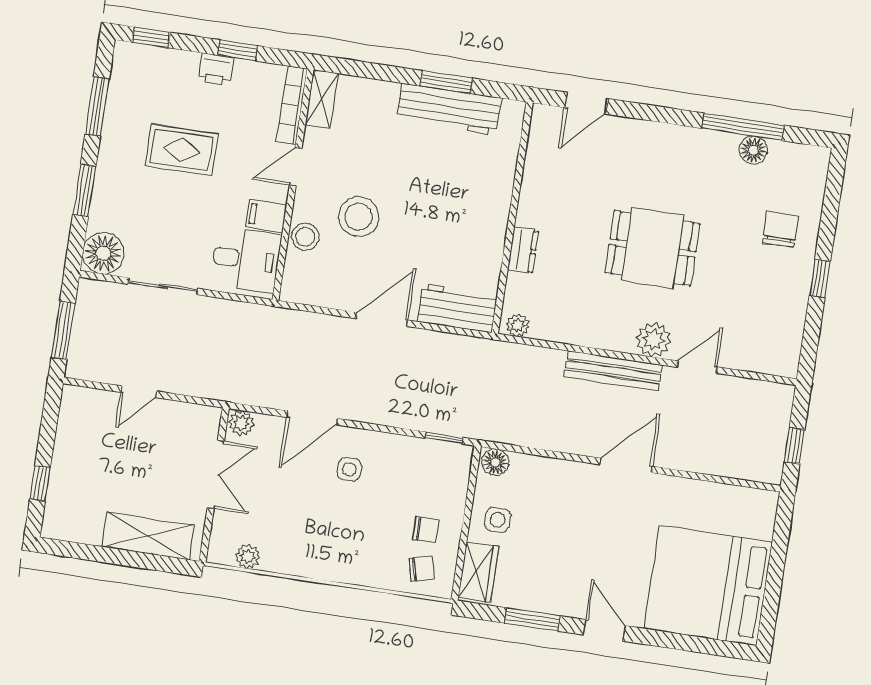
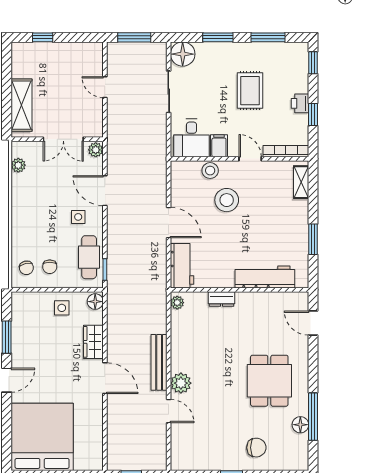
shelving: (322, 99) -> (301, 182), moved, turned 90
workbench: (449, 109) -> (265, 277), moved, turned 90
dining table: (652, 248) -> (269, 381), moved
cafe table: (419, 461) -> (89, 257), added
wardrobe: (478, 572) -> (93, 342), moved, turned 90

